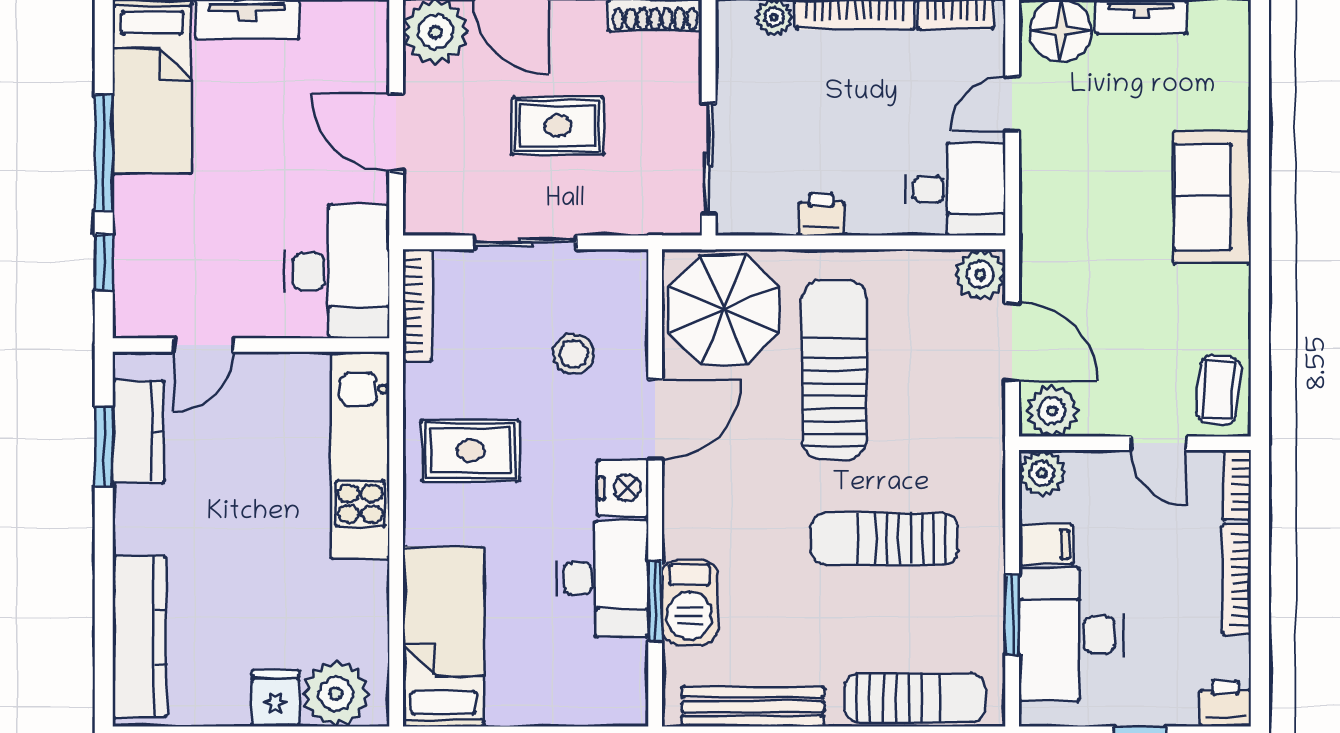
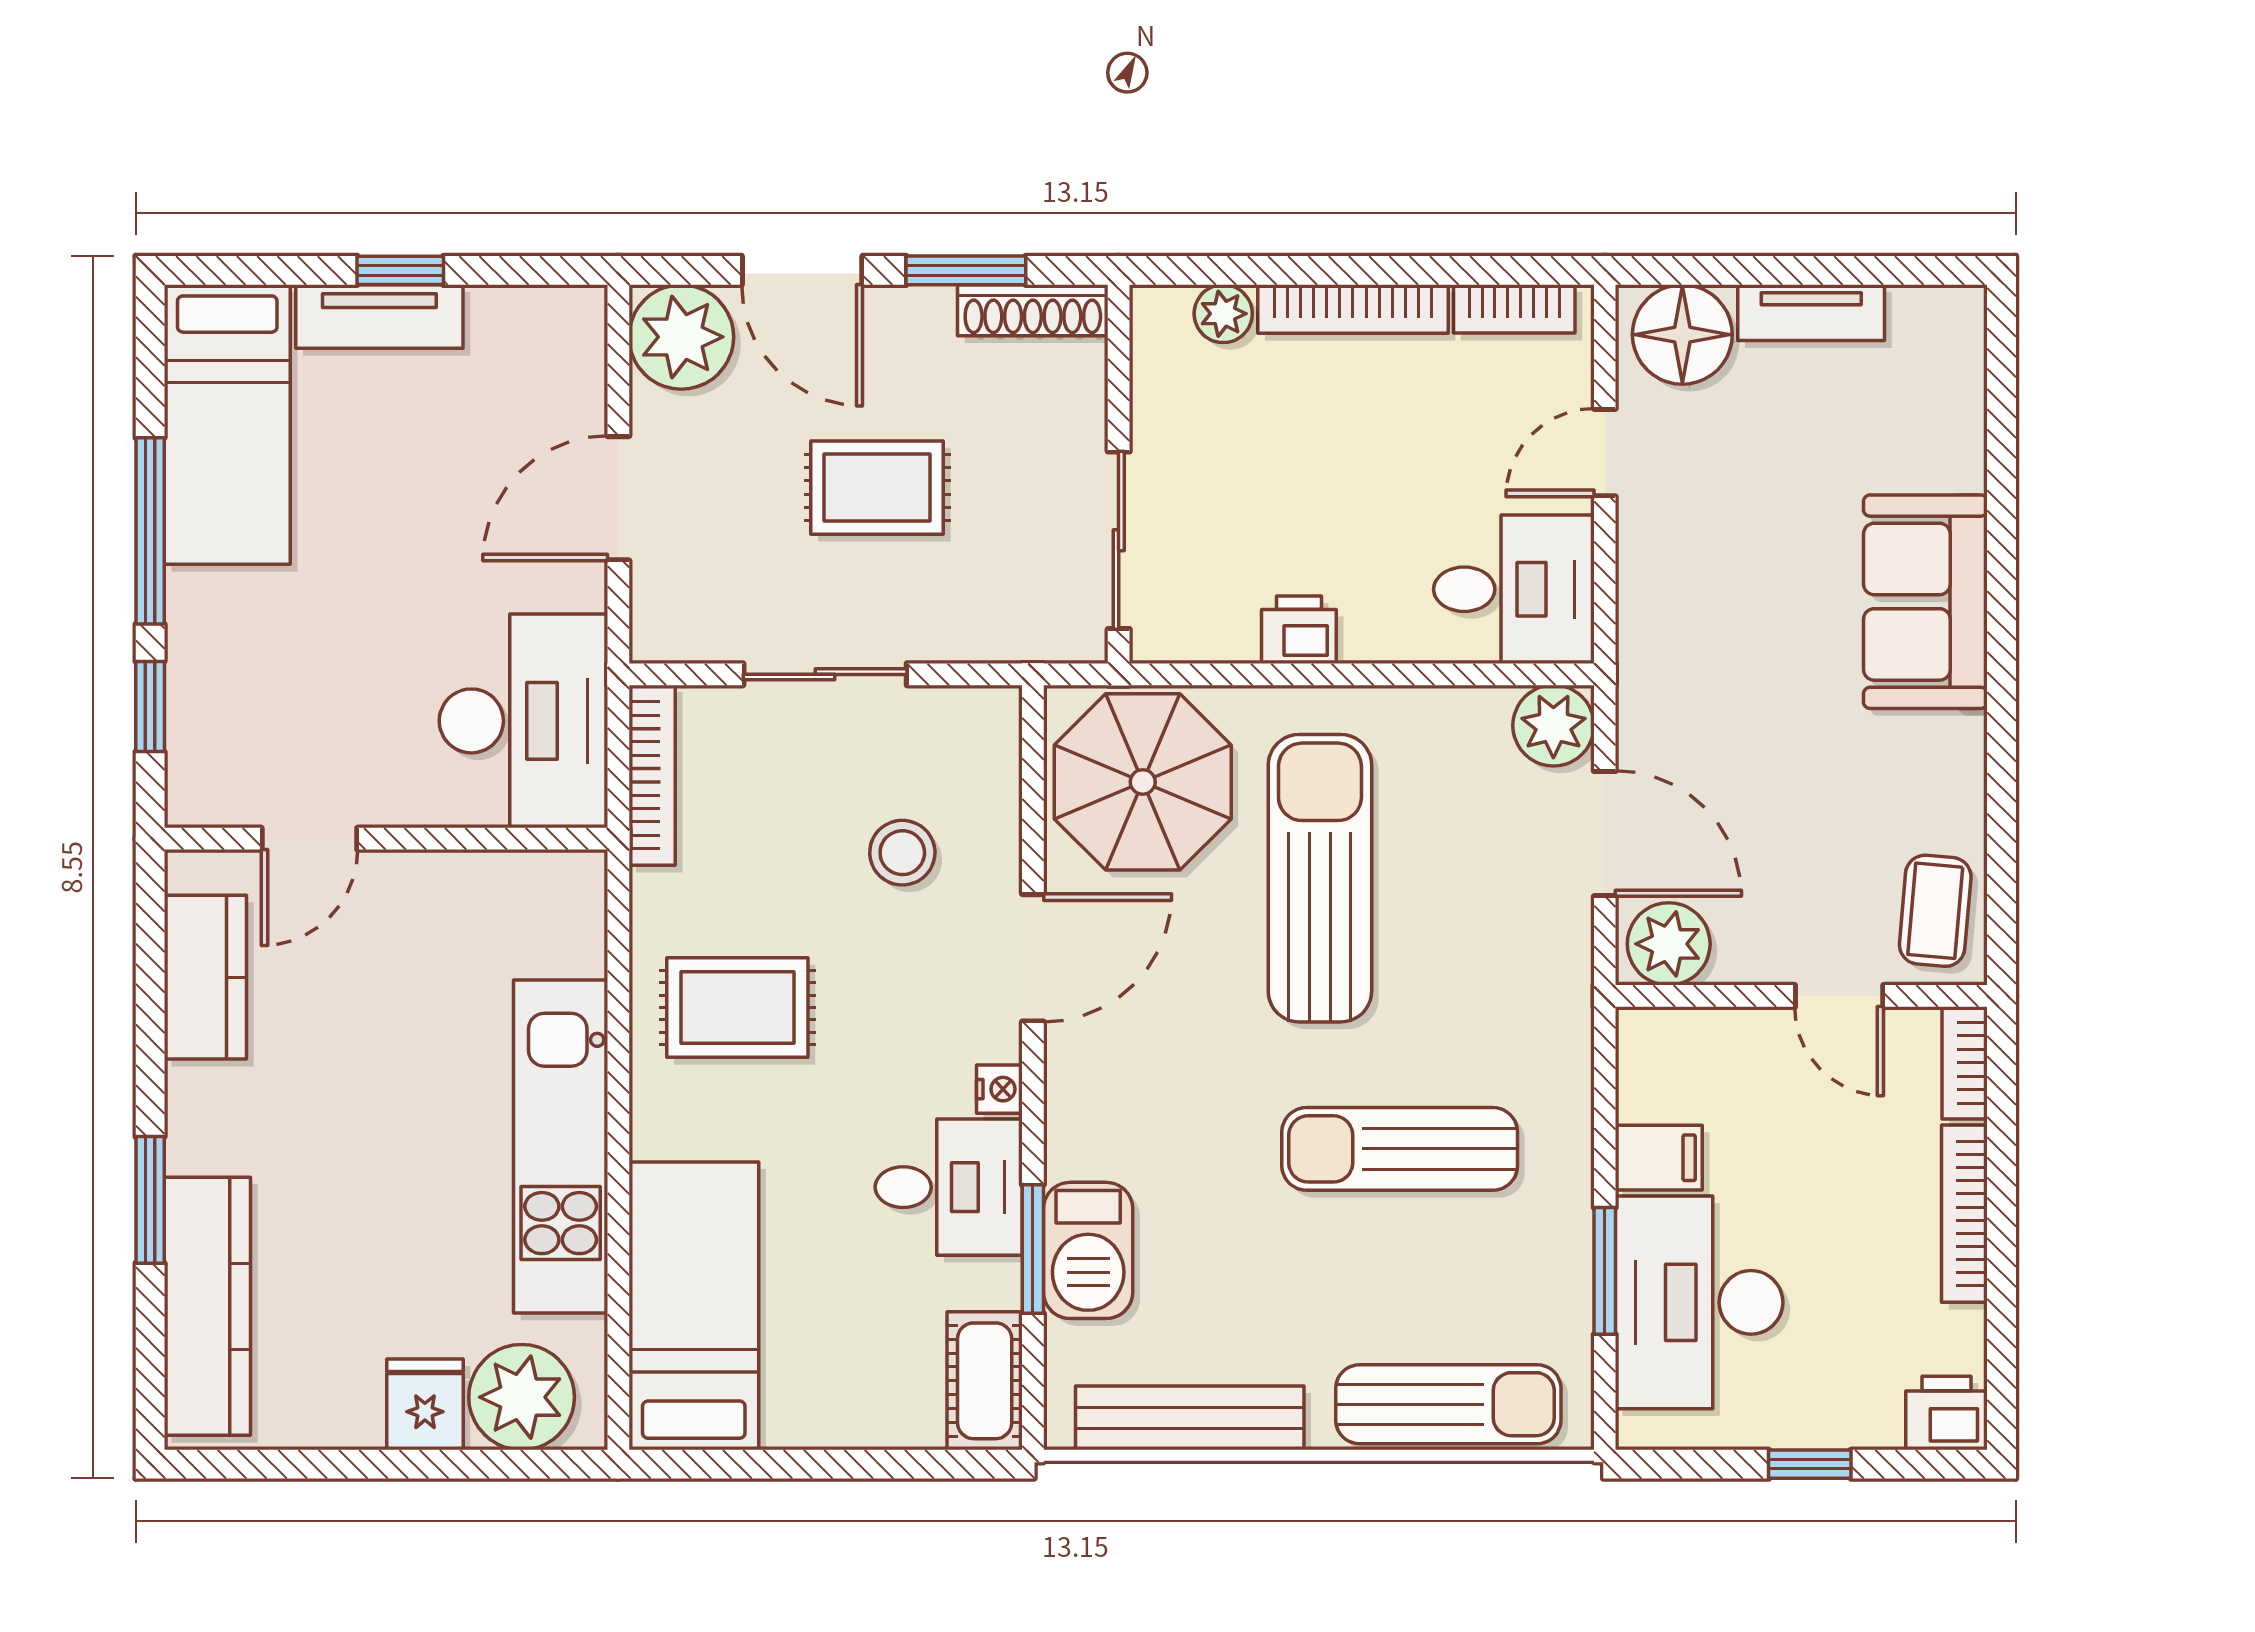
door: (396, 132) -> (618, 498), hinge flipped
window: (104, 447) -> (150, 1200), moved
kitchen unit: (360, 456) -> (561, 1146), moved
plant: (1042, 473) -> (1653, 1044), removed
nightstand: (623, 488) -> (999, 1089), width x0.53, depth x0.56
desk: (603, 578) -> (949, 1187), width x0.73
cot: (625, 684) -> (985, 1381), added

